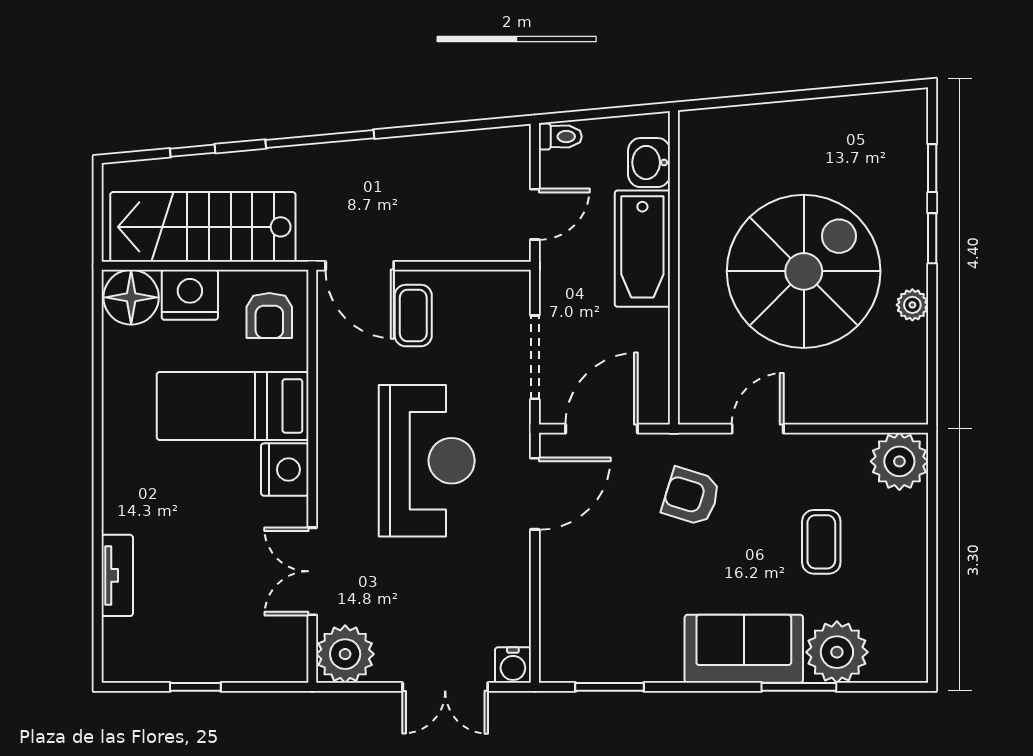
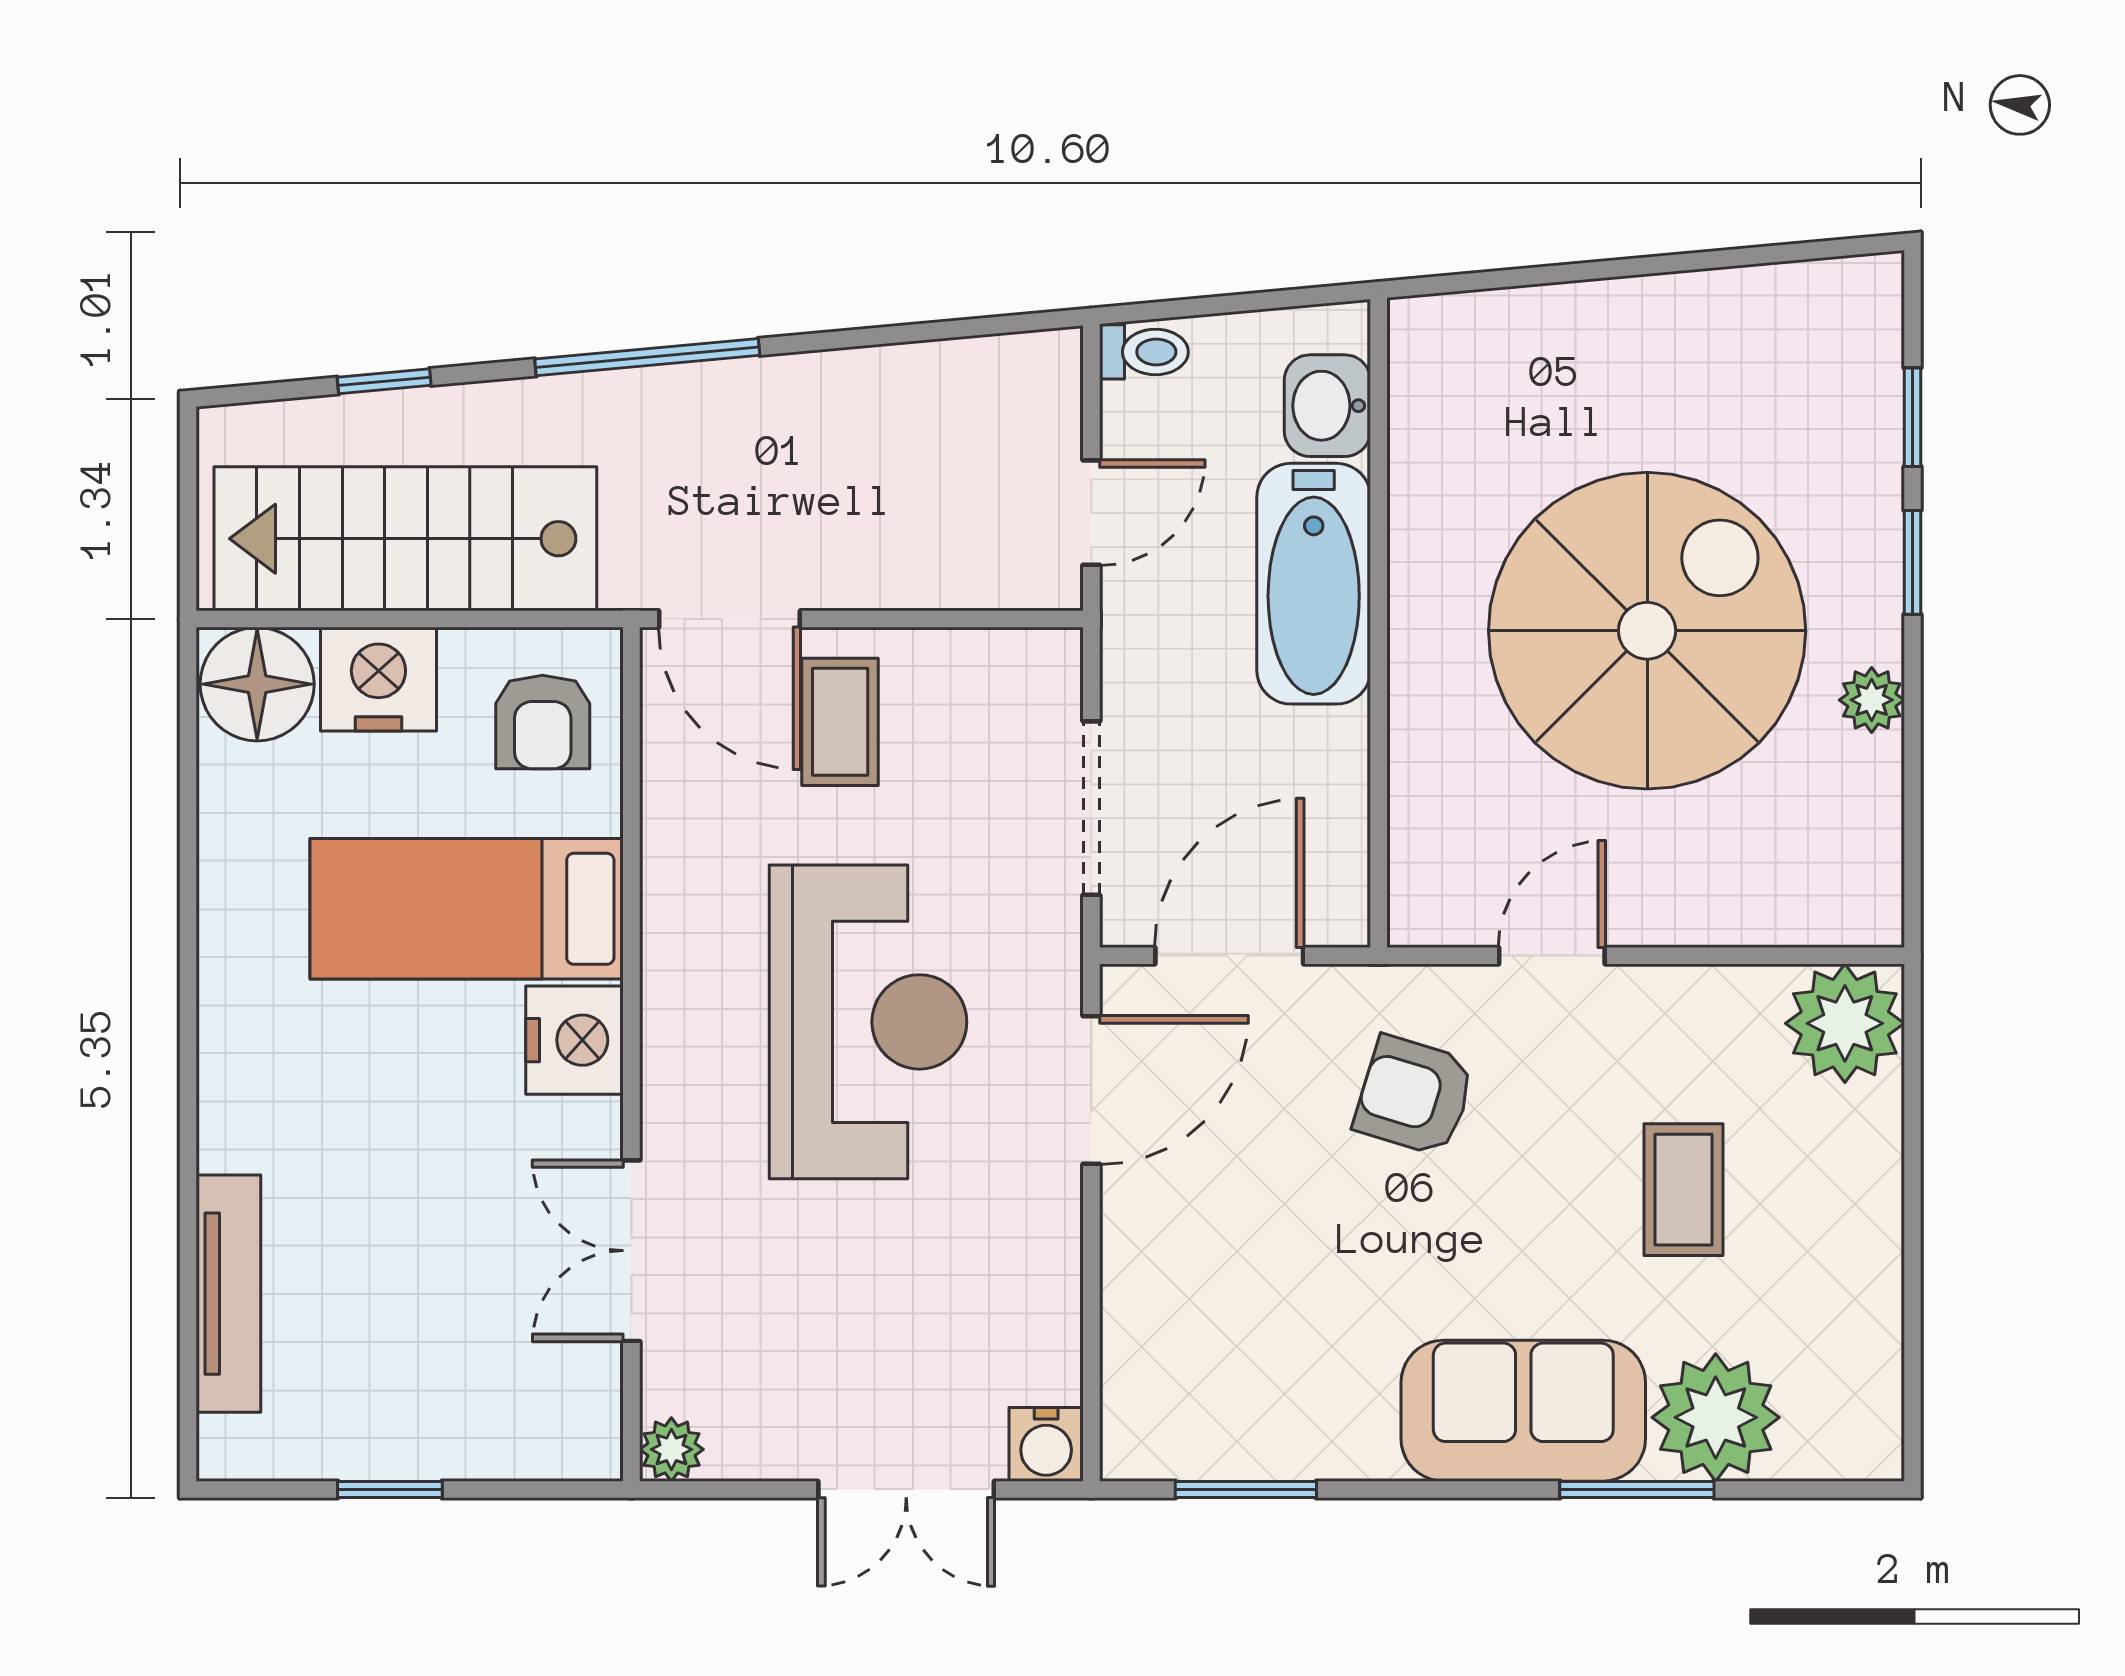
tv unit: (117, 575) -> (228, 1294), width x1.41
plant: (345, 654) -> (671, 1449), width x0.53, depth x0.53

